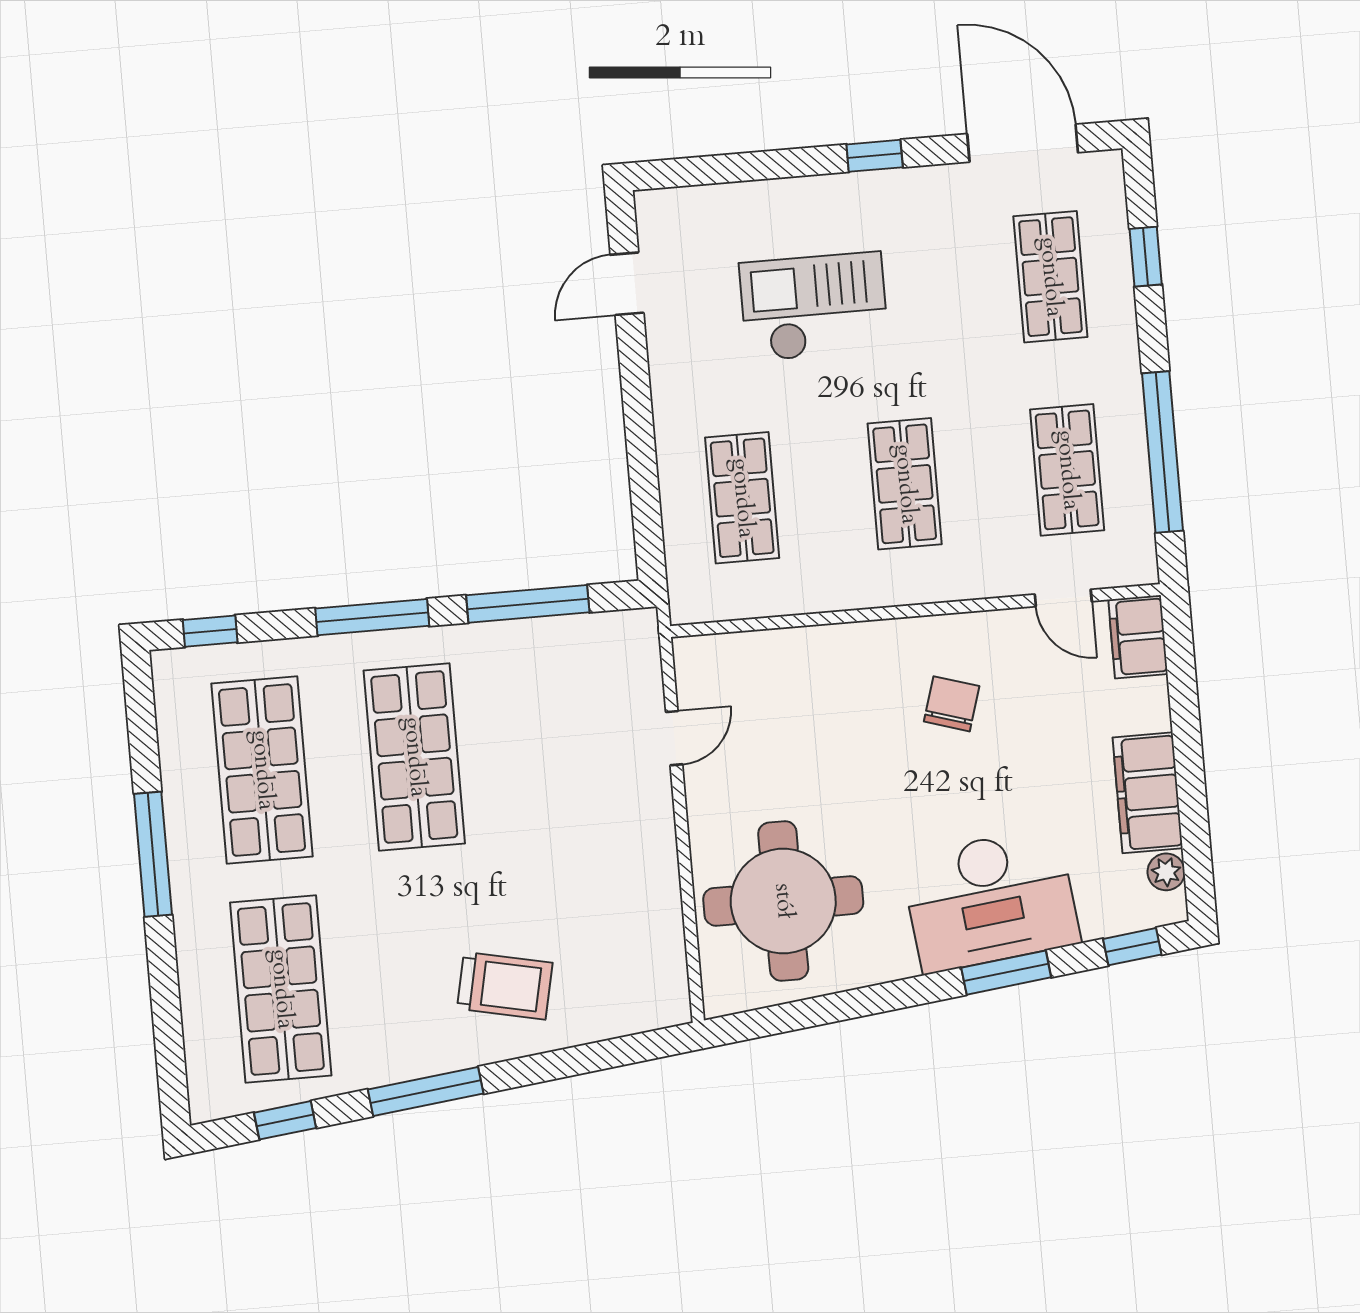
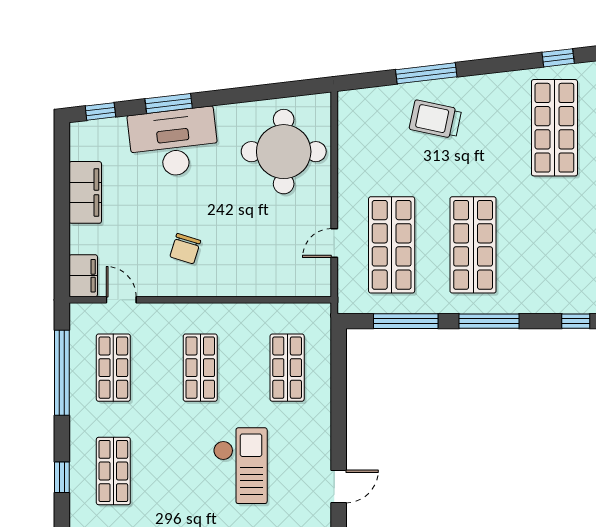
checkout: (814, 307) -> (240, 466), turned -90
shop shelf: (262, 770) -> (392, 245), moved
plant: (1166, 872) -> (79, 150), removed
window: (426, 1091) -> (426, 73), moved

